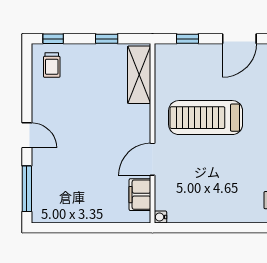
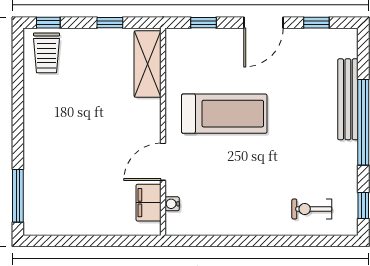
trolley: (52, 65) -> (47, 53), width x1.36, depth x1.39
treadmill: (206, 118) -> (224, 114), turned 180
door: (27, 135) -> (18, 134), removed
water cooler: (160, 217) -> (172, 204), moved

